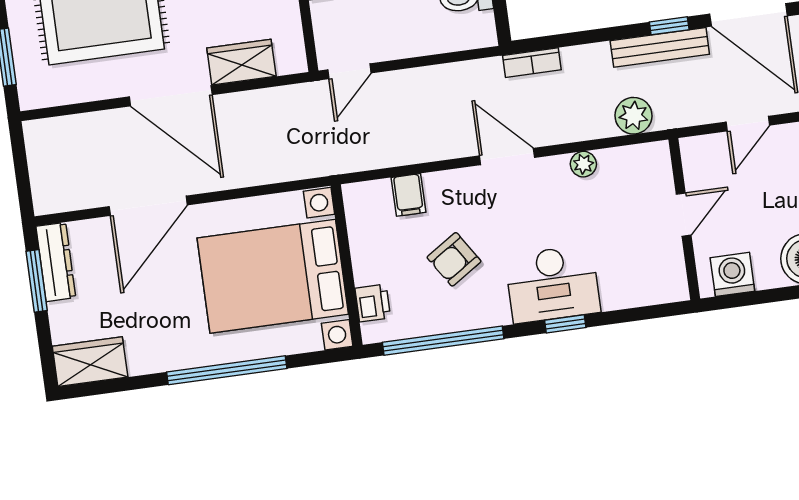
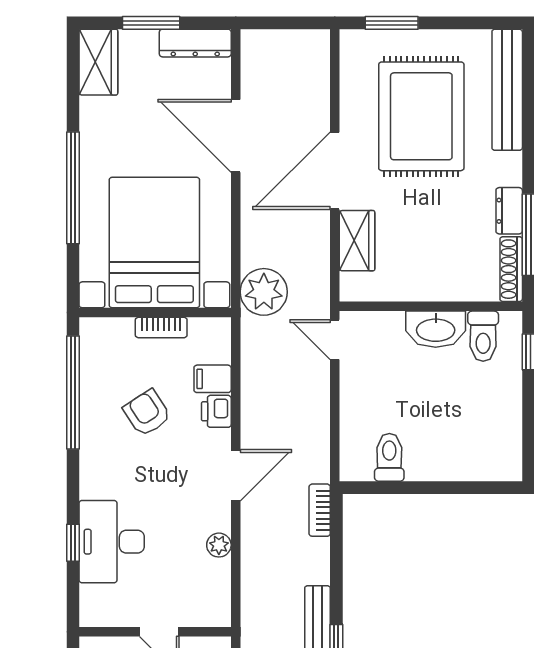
plant: (634, 116) -> (264, 292), moved, width x1.36, depth x1.36
bookcase: (362, 257) -> (161, 327), added
window: (37, 281) -> (151, 23), moved
desk: (553, 284) -> (112, 542), moved
printer: (373, 303) -> (216, 411), moved, turned 90
window: (565, 324) -> (73, 543), moved

